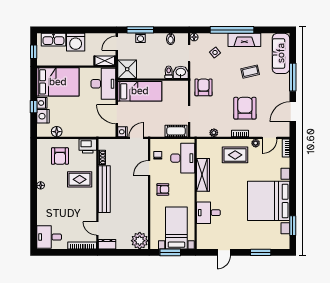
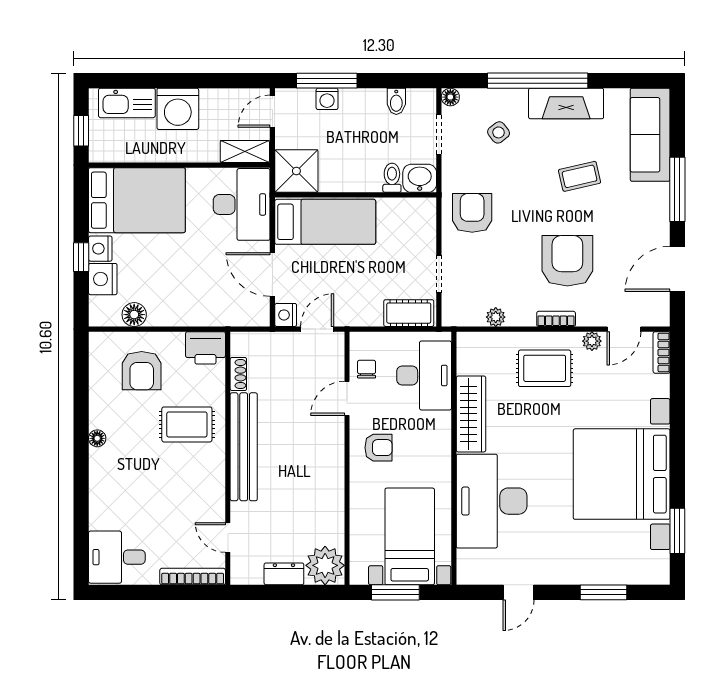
desk: (208, 213) -> (492, 501), width x1.87, depth x1.30
dresser: (107, 244) -> (284, 574), moved

